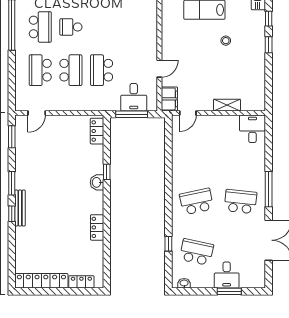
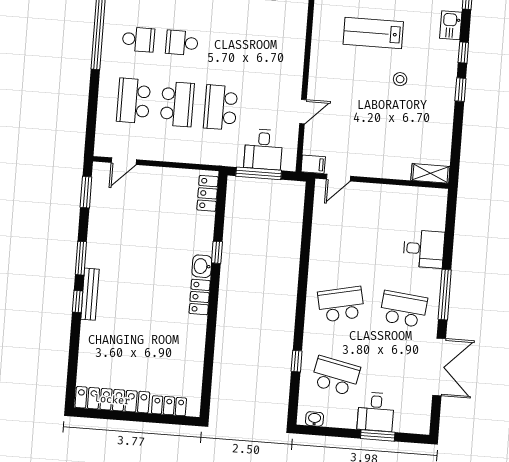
school desk: (40, 27) -> (138, 39), width x0.54
filing cabinet: (169, 99) -> (313, 164), width x0.50
shelving: (227, 105) -> (430, 173), moved
desk: (252, 129) -> (424, 249), moved, turned 90
locker: (97, 227) -> (200, 297), moved

